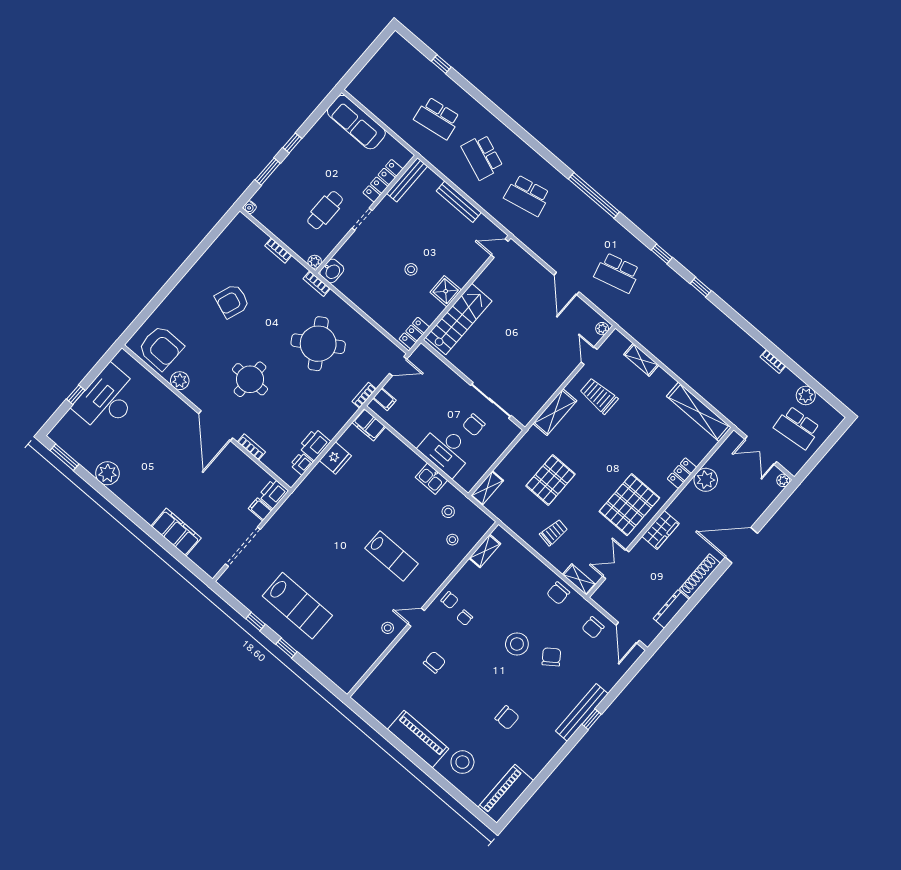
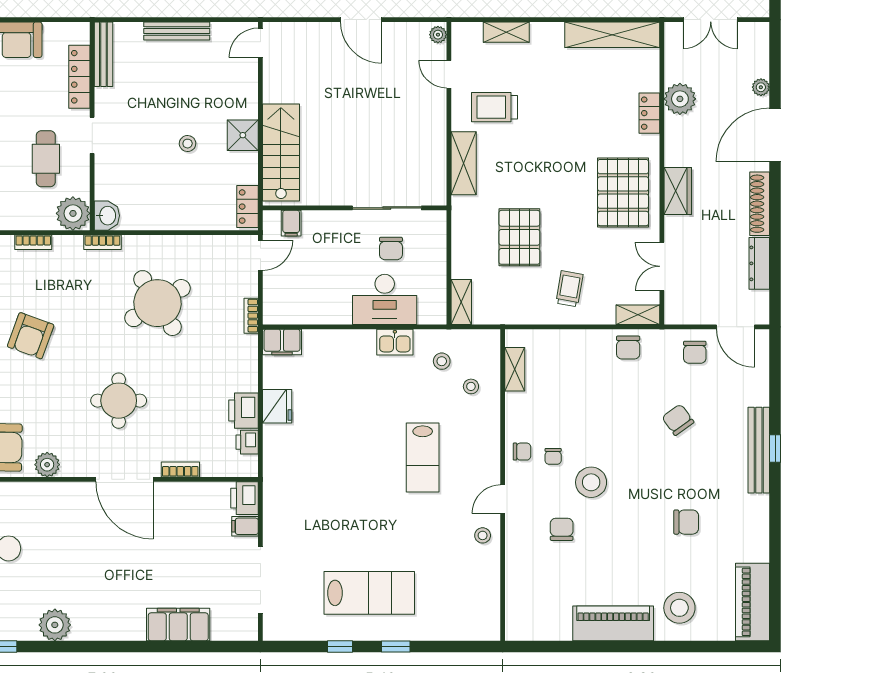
plant: (315, 262) -> (73, 213), width x1.88, depth x1.88
filing cabinet: (384, 399) -> (291, 223), moved, turned 90
plant: (783, 480) -> (761, 87), moved
lab bench: (392, 556) -> (423, 458), turned 90
stool: (517, 644) -> (591, 482), moved

